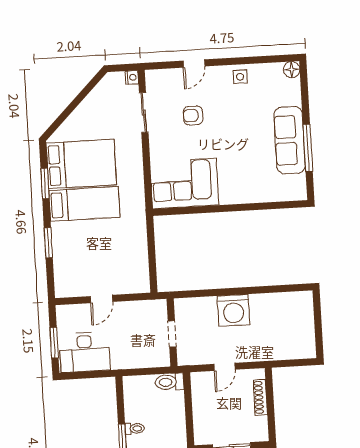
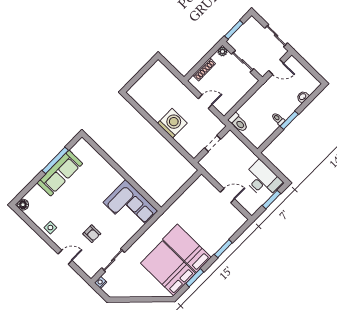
plant: (262, 435) -> (222, 52), added

